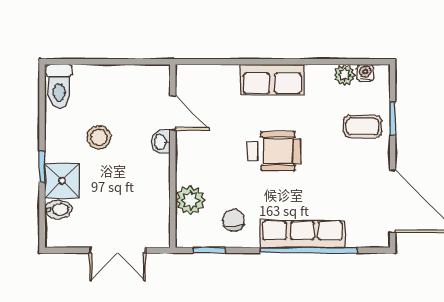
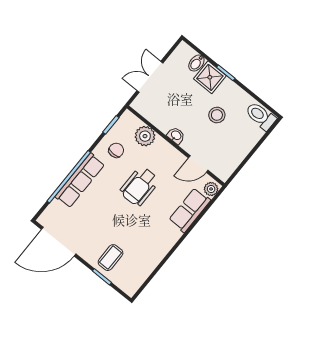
water cooler: (365, 73) -> (137, 282), removed
plant: (344, 75) -> (211, 189), moved
row of seats: (272, 80) -> (190, 210), moved
washbasin: (161, 142) -> (176, 136), moved
wheelchair: (274, 151) -> (140, 186), moved
chair: (234, 220) -> (116, 150), turned -87

